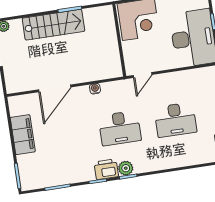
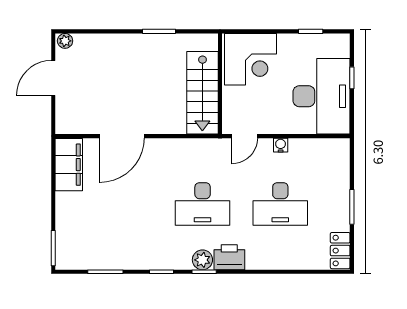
stairs: (53, 25) -> (202, 93), moved, turned 90
water cooler: (95, 89) -> (281, 145), moved
filing cabinet: (23, 135) -> (69, 165), moved
printer: (106, 169) -> (229, 257), moved

